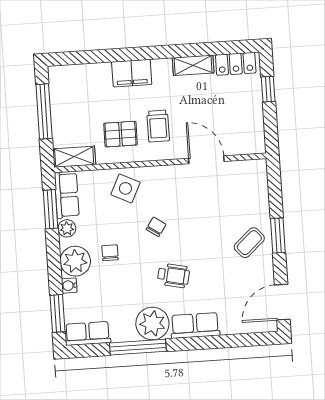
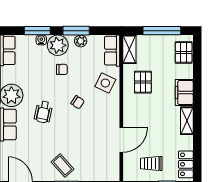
shelving: (193, 65) -> (187, 121), moved
pallet: (74, 78) -> (184, 52), added
trolley: (158, 126) -> (151, 164), moved
row of seats: (67, 195) -> (112, 51), moved, turned 90
window: (51, 209) -> (76, 31), moved
window: (57, 313) -> (37, 31), moved

